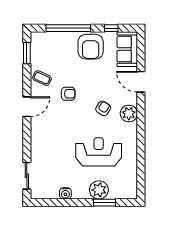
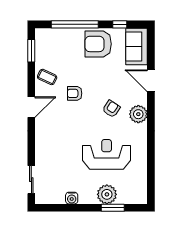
armchair: (91, 47) -> (98, 44), turned 90
armchair: (68, 94) -> (75, 93), turned 180

